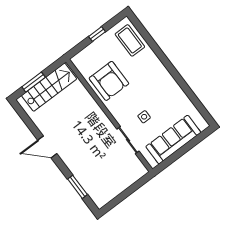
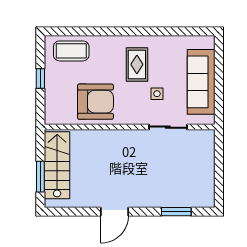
rug: (153, 90) -> (137, 64), added

